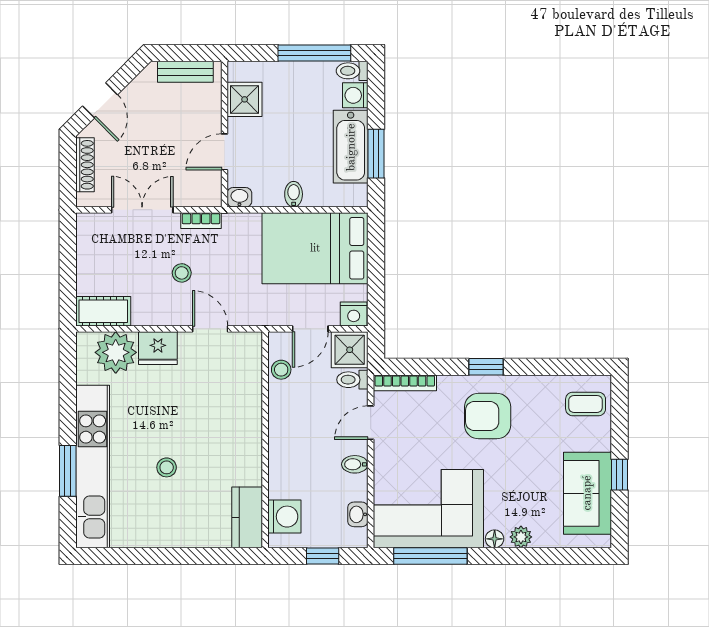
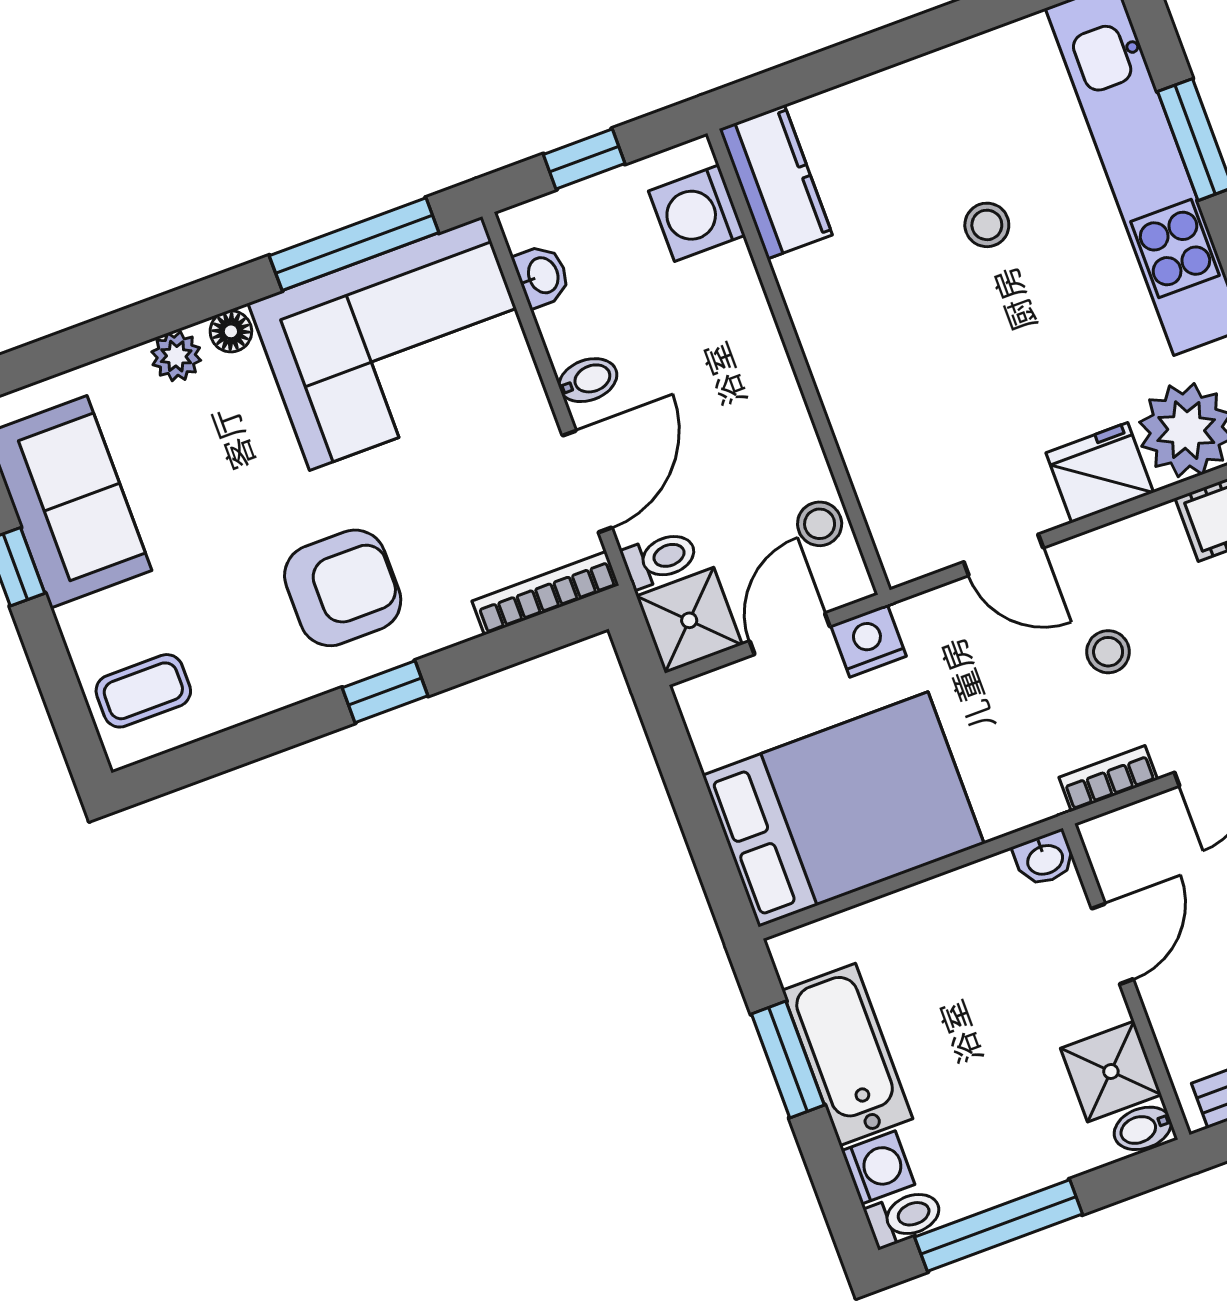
bidet: (294, 194) -> (1143, 1128), moved, turned 90
nightstand: (354, 314) -> (869, 641), moved
door: (371, 423) -> (587, 482), width x1.38

